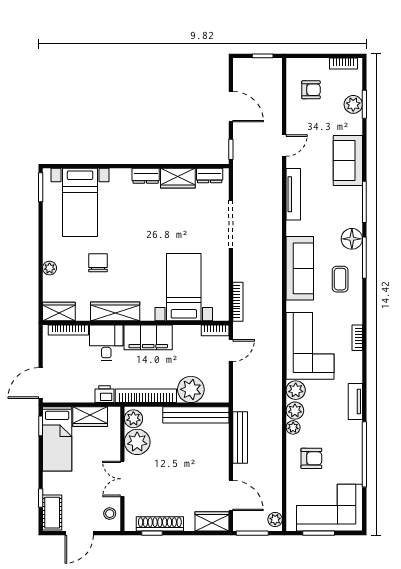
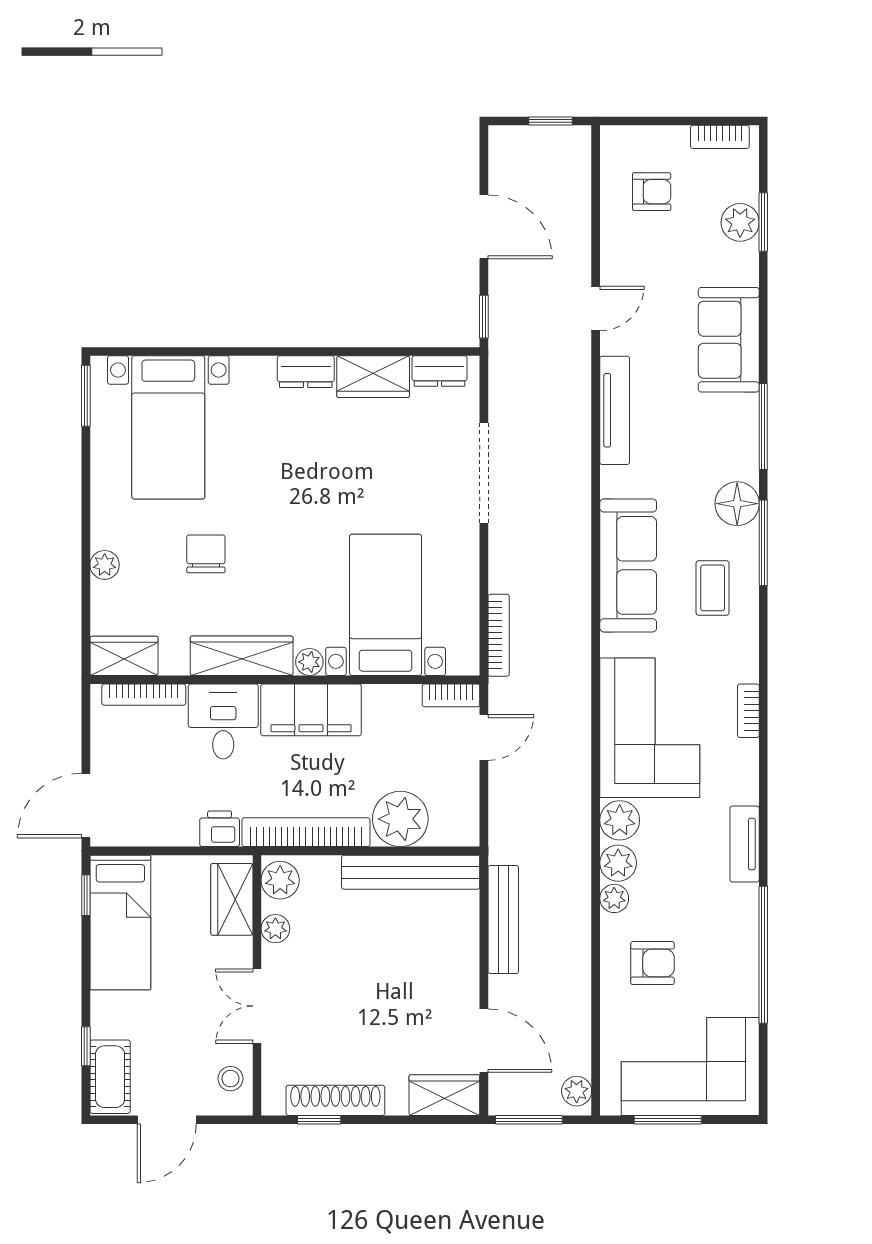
plant: (147, 314) -> (309, 662), added
wardrobe: (90, 417) -> (232, 899), moved, turned 90
plant: (137, 442) -> (275, 929), width x0.53, depth x0.53

